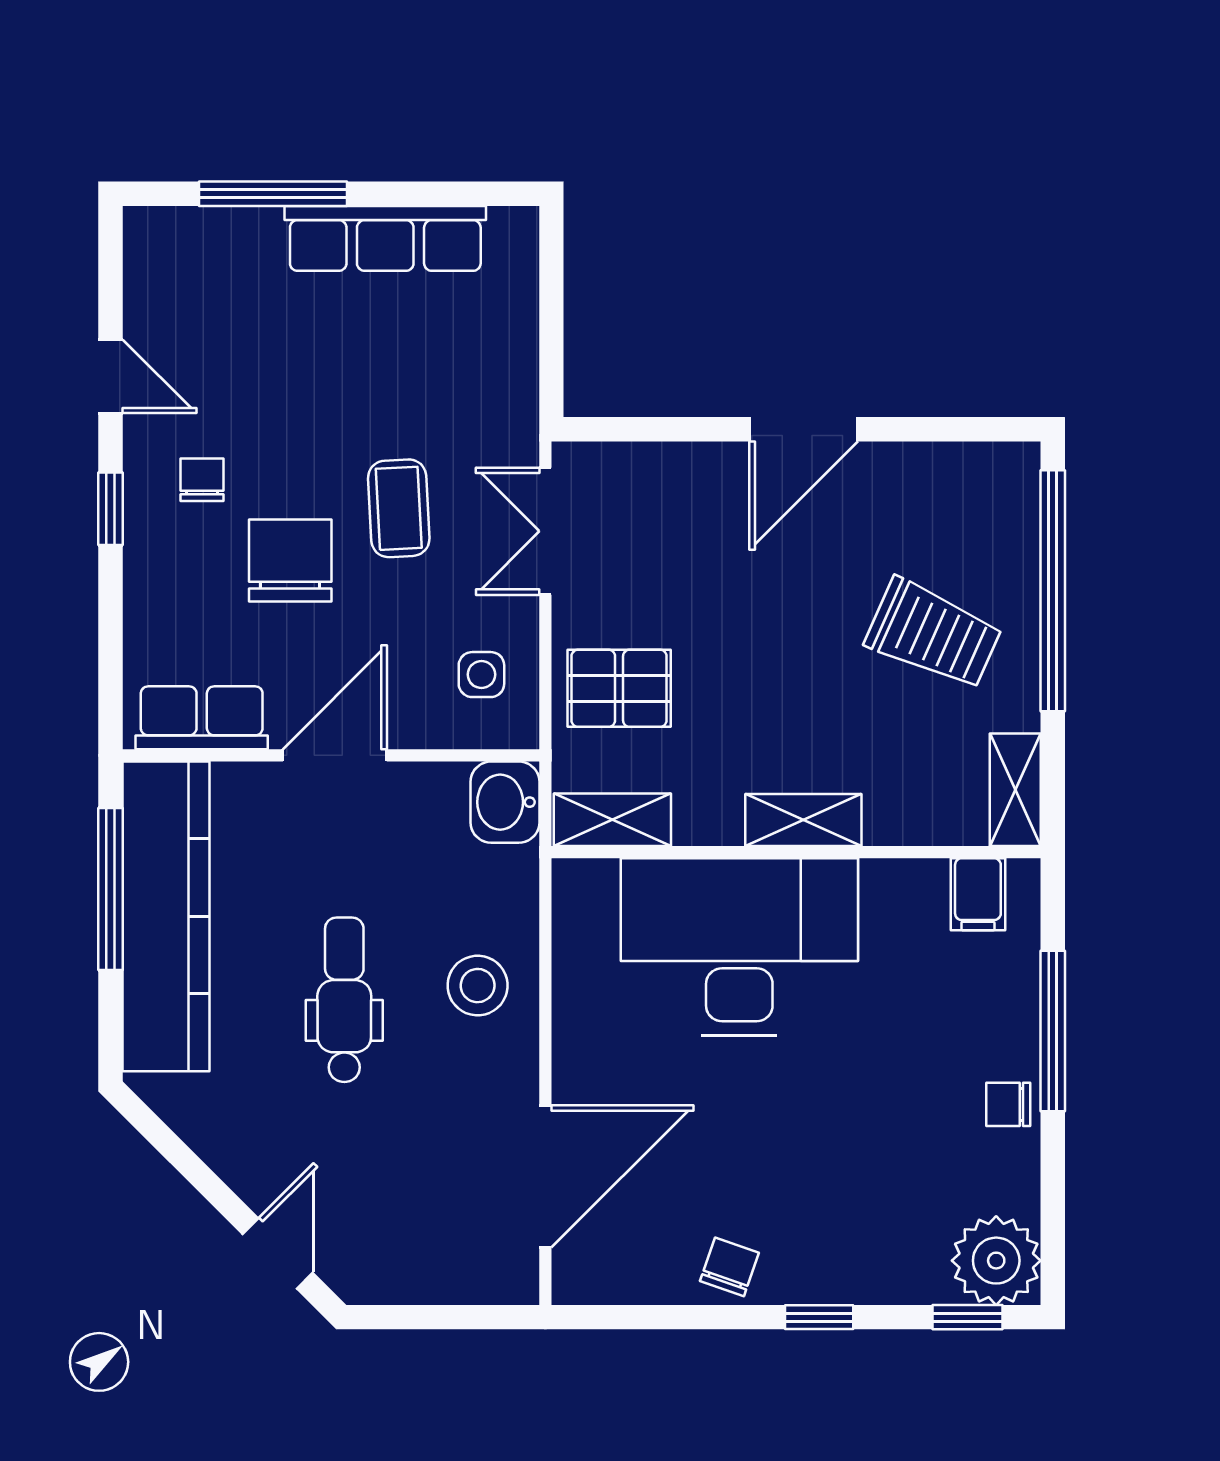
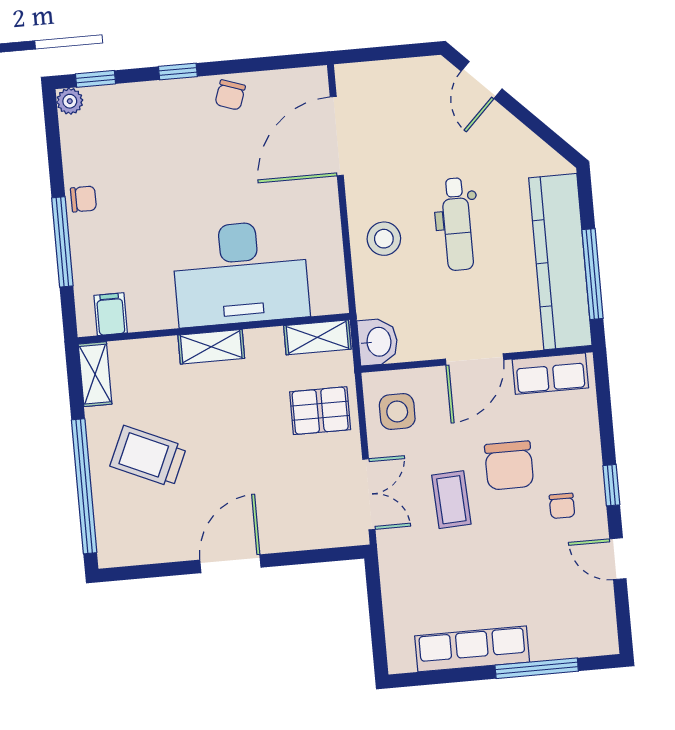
side table: (481, 675) -> (397, 412), width x1.37, depth x1.37
plant: (996, 1261) -> (70, 101), width x0.53, depth x0.53

